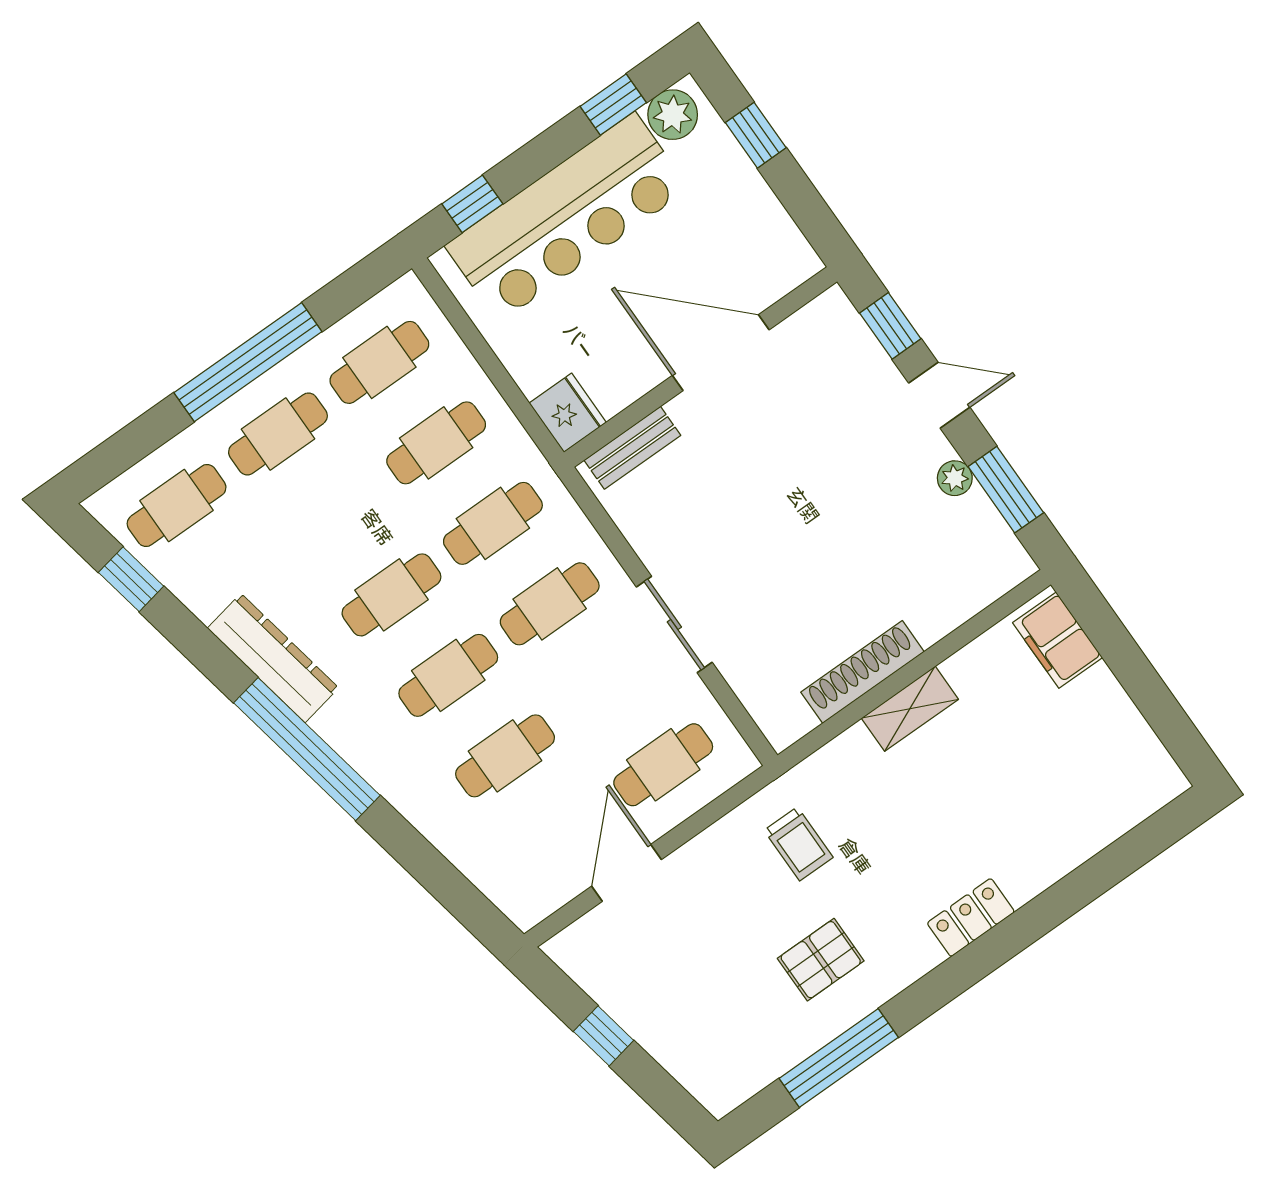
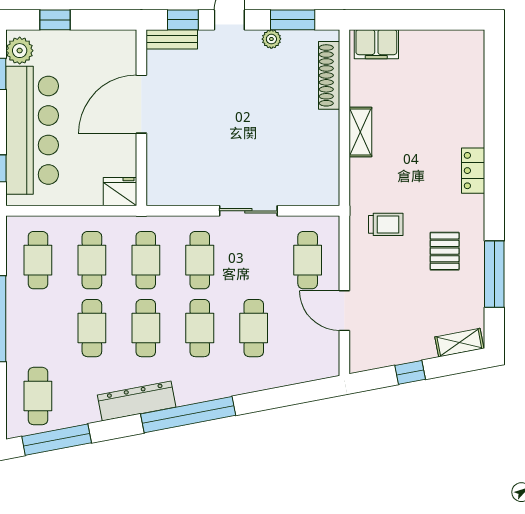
cafe table: (278, 434) -> (92, 328), moved
bench: (632, 448) -> (172, 39), moved, turned 90
window: (131, 579) -> (57, 440), width x2.17
shoe rack: (863, 672) -> (329, 75), moved
shelving: (700, 1078) -> (459, 343), added

